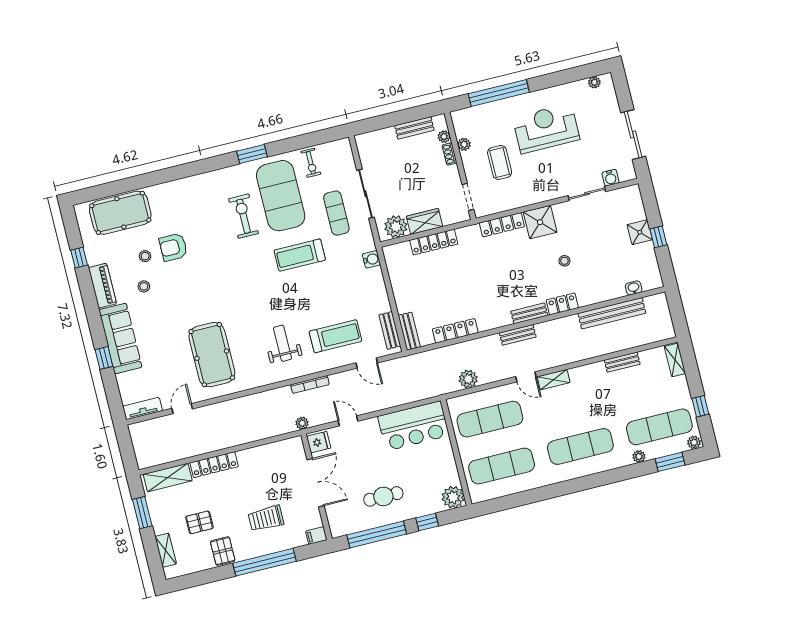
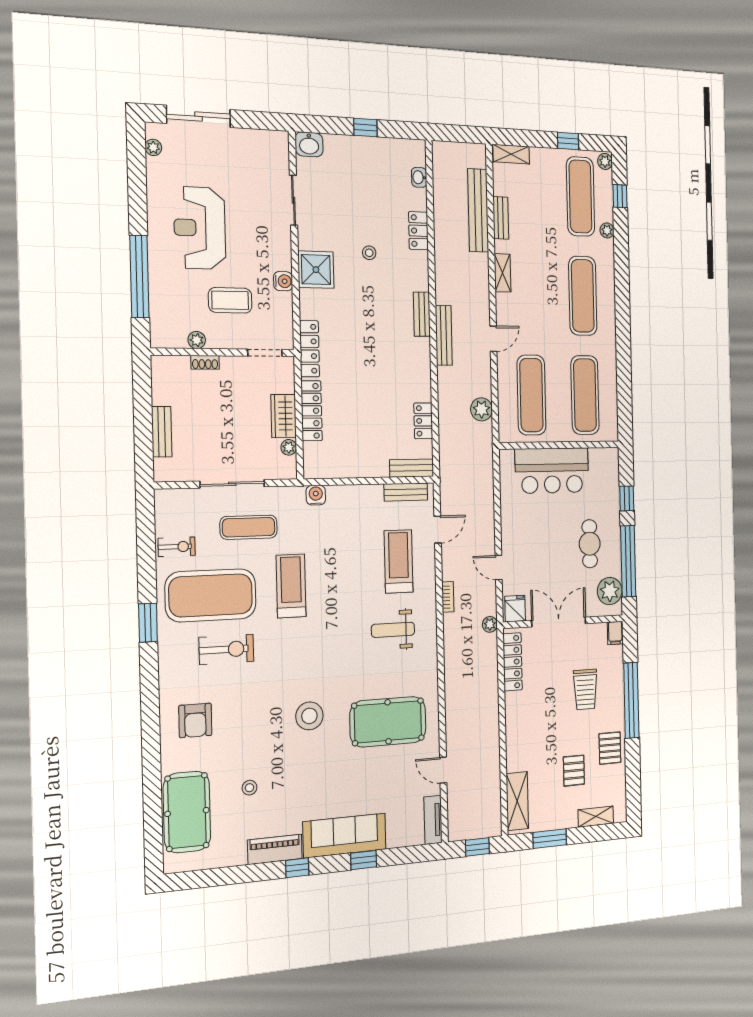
bench: (414, 128) -> (162, 432), moved
sliding door: (633, 135) -> (198, 116), moved
plant: (444, 137) -> (181, 364), removed
water cooler: (610, 178) -> (283, 281), moved
washbasin: (632, 196) -> (309, 144), added
exercise bike: (243, 216) -> (226, 649), turned 180
locker: (502, 225) -> (309, 349), moved
plant: (396, 227) -> (289, 447), width x0.53, depth x0.53
shower: (640, 232) -> (355, 149), removed
armchair: (173, 247) -> (195, 720), moved
treadmill: (300, 255) -> (291, 586), turned 180
window: (79, 258) -> (297, 868), moved
stool: (144, 286) -> (309, 716), moved, width x1.89, depth x1.89
locker: (562, 304) -> (418, 231), moved
bench: (612, 313) -> (478, 210), moved
locker: (455, 331) -> (423, 421), width x0.66
bench: (518, 335) -> (444, 335), width x1.36
shelving: (554, 380) -> (502, 273), moved
bookcase: (310, 384) -> (448, 597), width x0.64
door: (348, 421) -> (499, 567), hinge flipped
bar counter: (413, 426) -> (552, 471), moved, turned 90
window: (127, 451) -> (477, 847), added
window: (670, 462) -> (620, 196), width x0.67
locker: (214, 465) -> (513, 662), moved
plant: (453, 497) -> (610, 591), moved
pallet: (223, 551) -> (610, 748), turned 90

